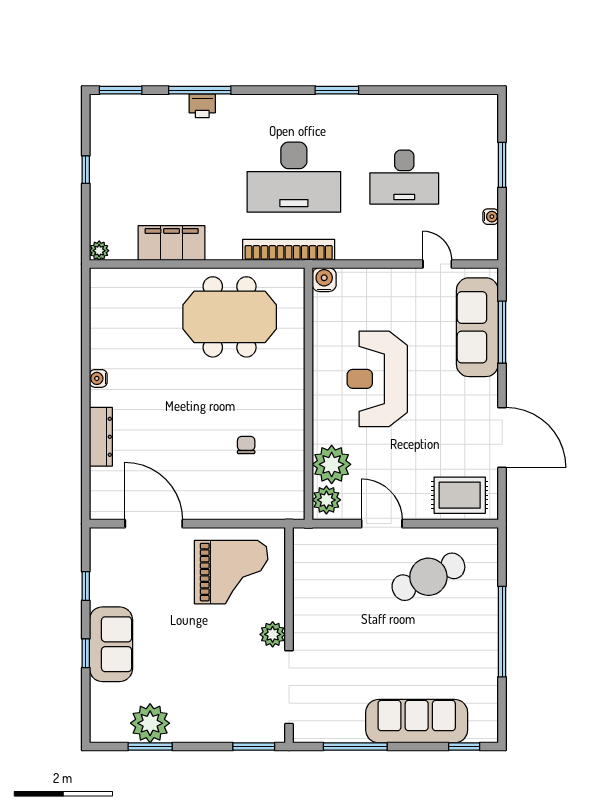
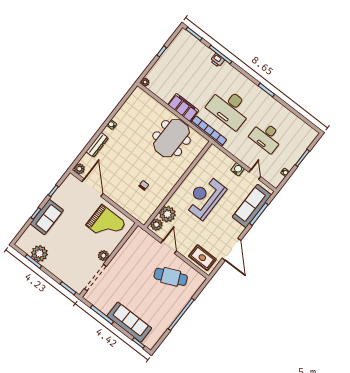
filing cabinet: (172, 243) -> (183, 108), moved
water cooler: (324, 280) -> (238, 169), moved
meeting table: (230, 317) -> (172, 138), turned 90
plant: (102, 507) -> (79, 169), added

